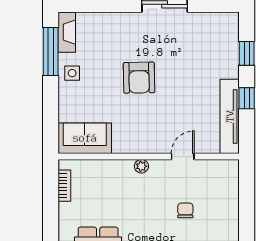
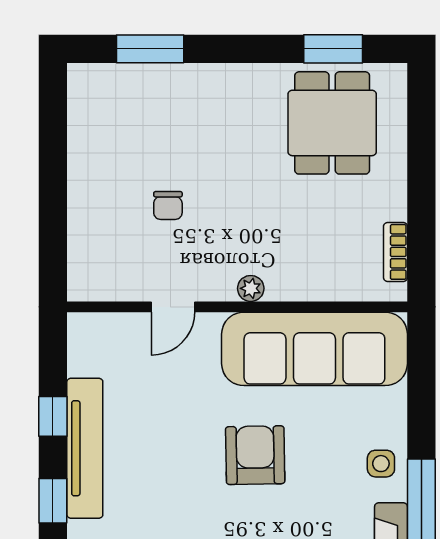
tv unit: (230, 116) -> (85, 448), moved
sofa: (85, 138) -> (314, 349), width x1.85, depth x1.27

